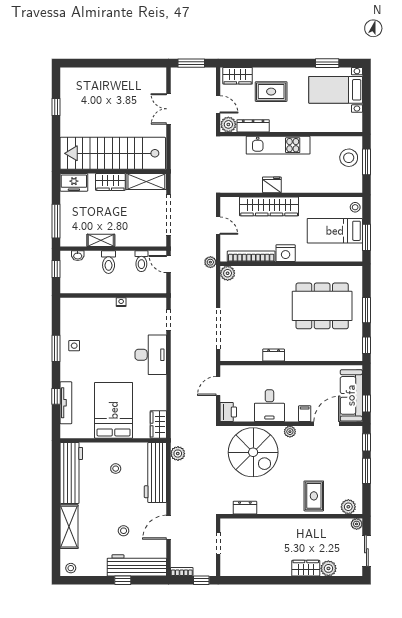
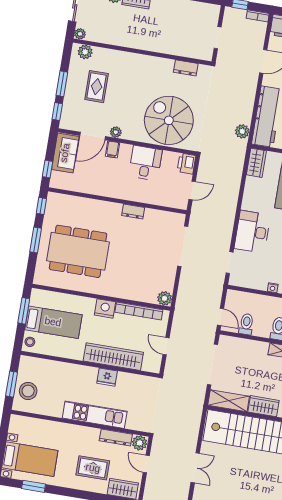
plant: (210, 262) -> (180, 312), removed
sofa: (351, 395) -> (65, 153), width x0.73
window: (366, 404) -> (48, 169), moved
plant: (290, 432) -> (116, 132), moved
rug: (314, 496) -> (97, 87), moved

